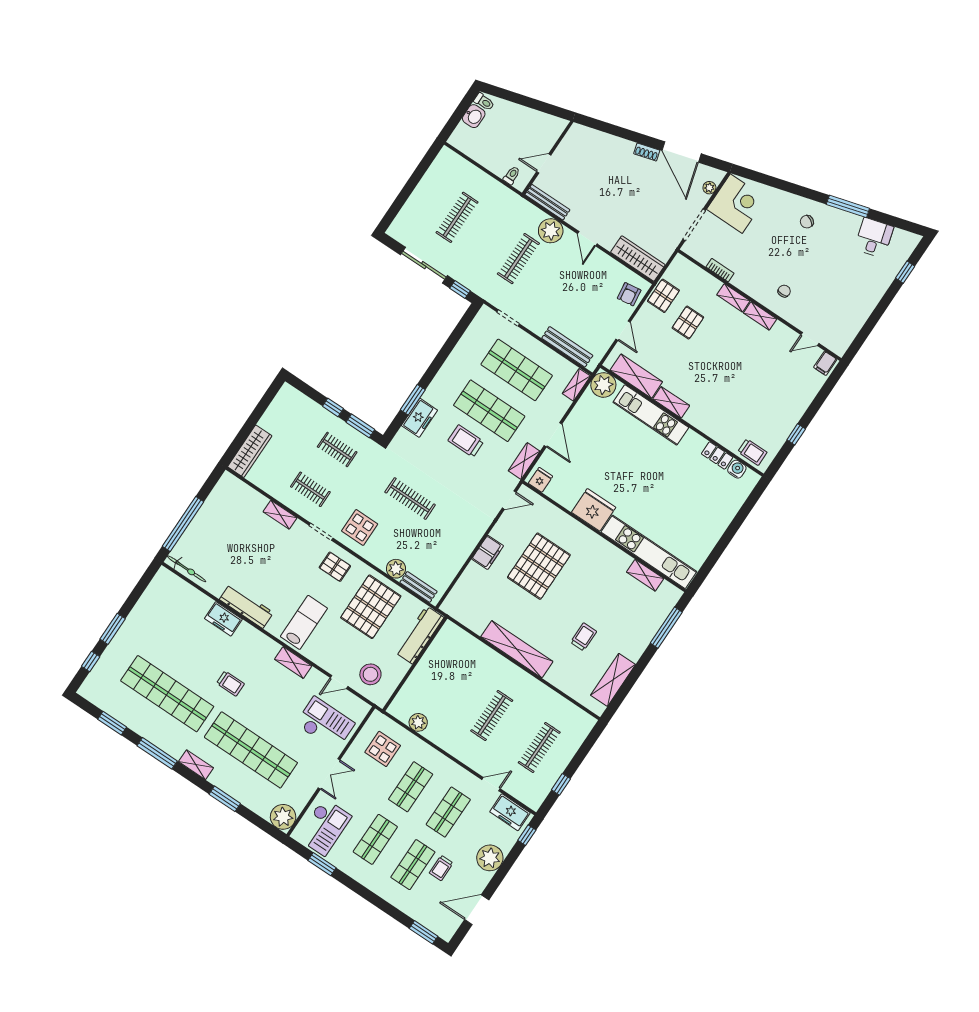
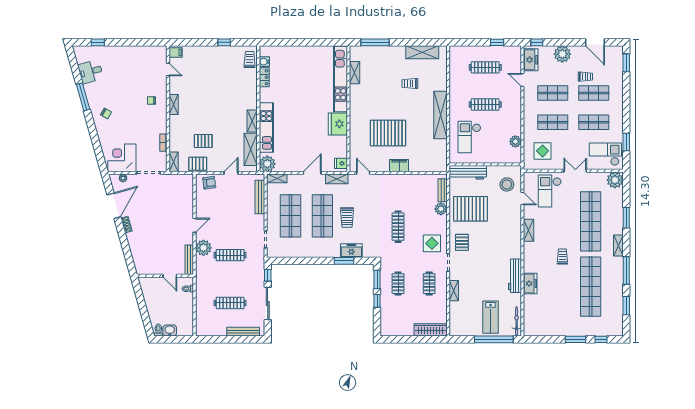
bench: (409, 209) -> (243, 332), added
wardrobe: (638, 259) -> (187, 191), removed
shelving: (733, 298) -> (174, 162), moved
lab bench: (304, 622) -> (491, 317), moved, turned -90
checkout: (463, 667) -> (469, 137), added

